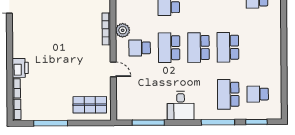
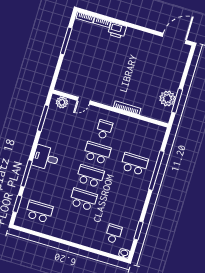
plant: (123, 30) -> (62, 102), moved
door: (113, 69) -> (84, 101), moved
school desk: (228, 94) -> (46, 188), removed
school desk: (258, 94) -> (39, 212), width x1.85
shop shelf: (90, 105) -> (71, 76), removed
desk: (181, 106) -> (46, 158), moved

